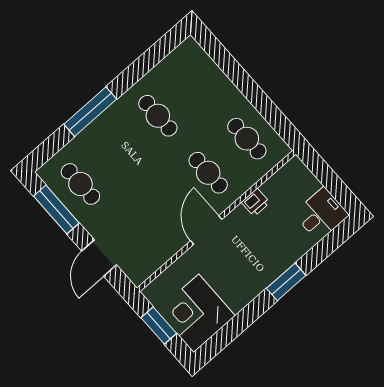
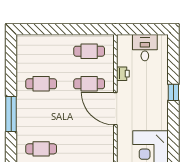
desk: (321, 214) -> (145, 48), moved
door: (206, 230) -> (115, 109), width x1.36
window: (286, 282) -> (173, 92), width x0.67

